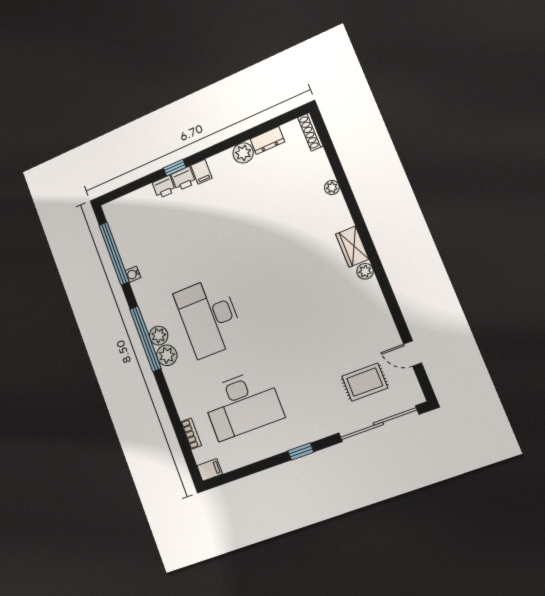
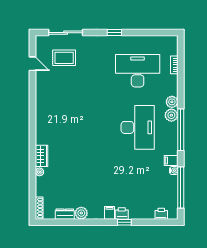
printer: (164, 187) -> (161, 214), moved
wardrobe: (352, 247) -> (42, 156), moved
plant: (365, 271) -> (40, 118), removed
plant: (159, 336) -> (172, 102), moved
sliding door: (378, 424) -> (66, 33), width x0.73
filing cabinet: (210, 470) -> (171, 160), moved

